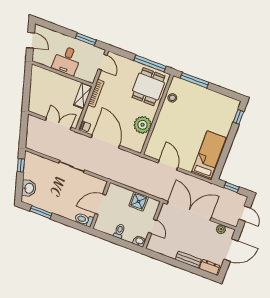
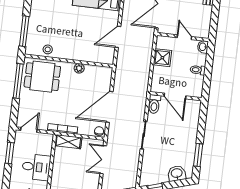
plant: (143, 125) -> (79, 68), width x0.53, depth x0.53
toilet: (84, 220) -> (154, 104), moved
door: (152, 226) -> (184, 37), hinge flipped

